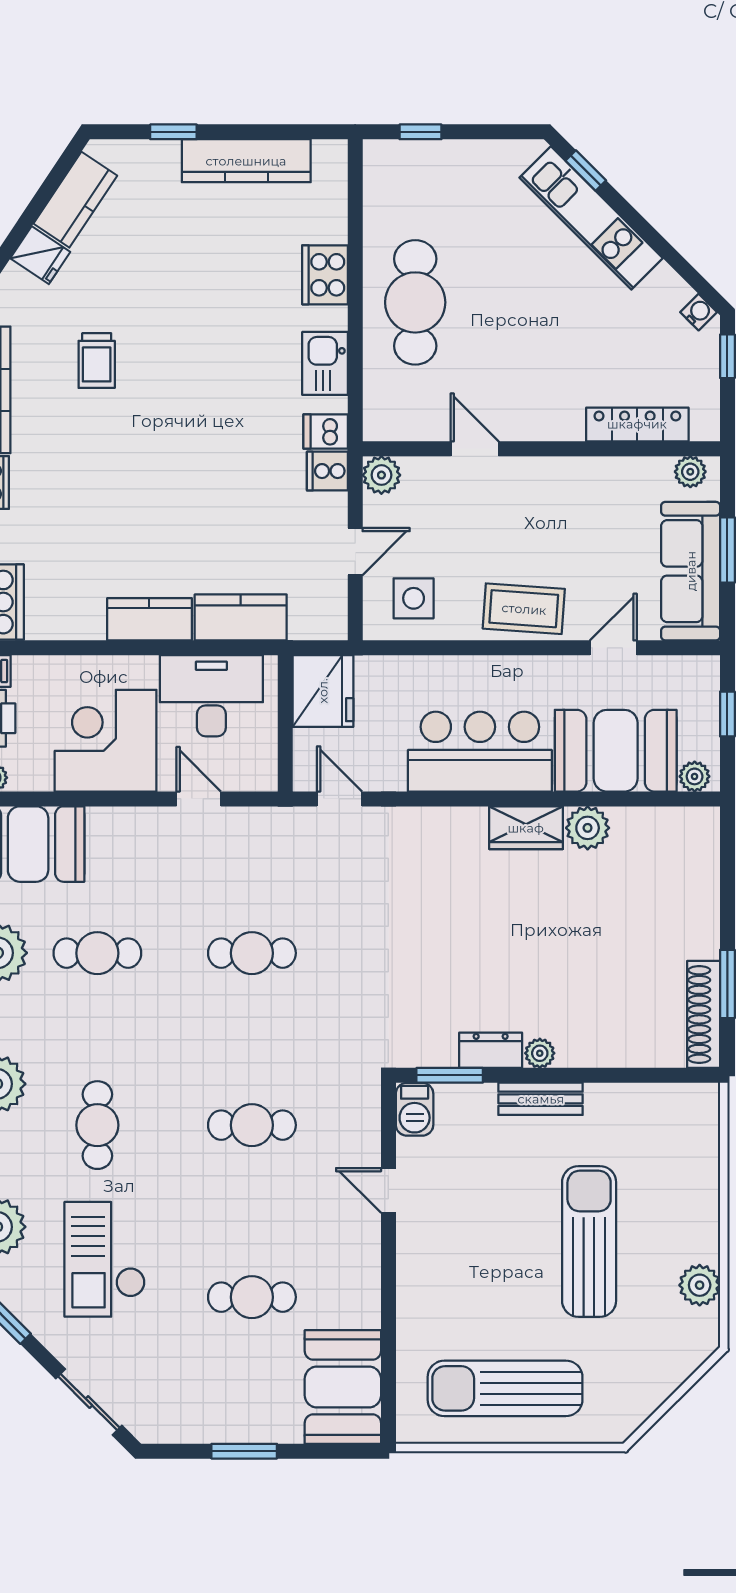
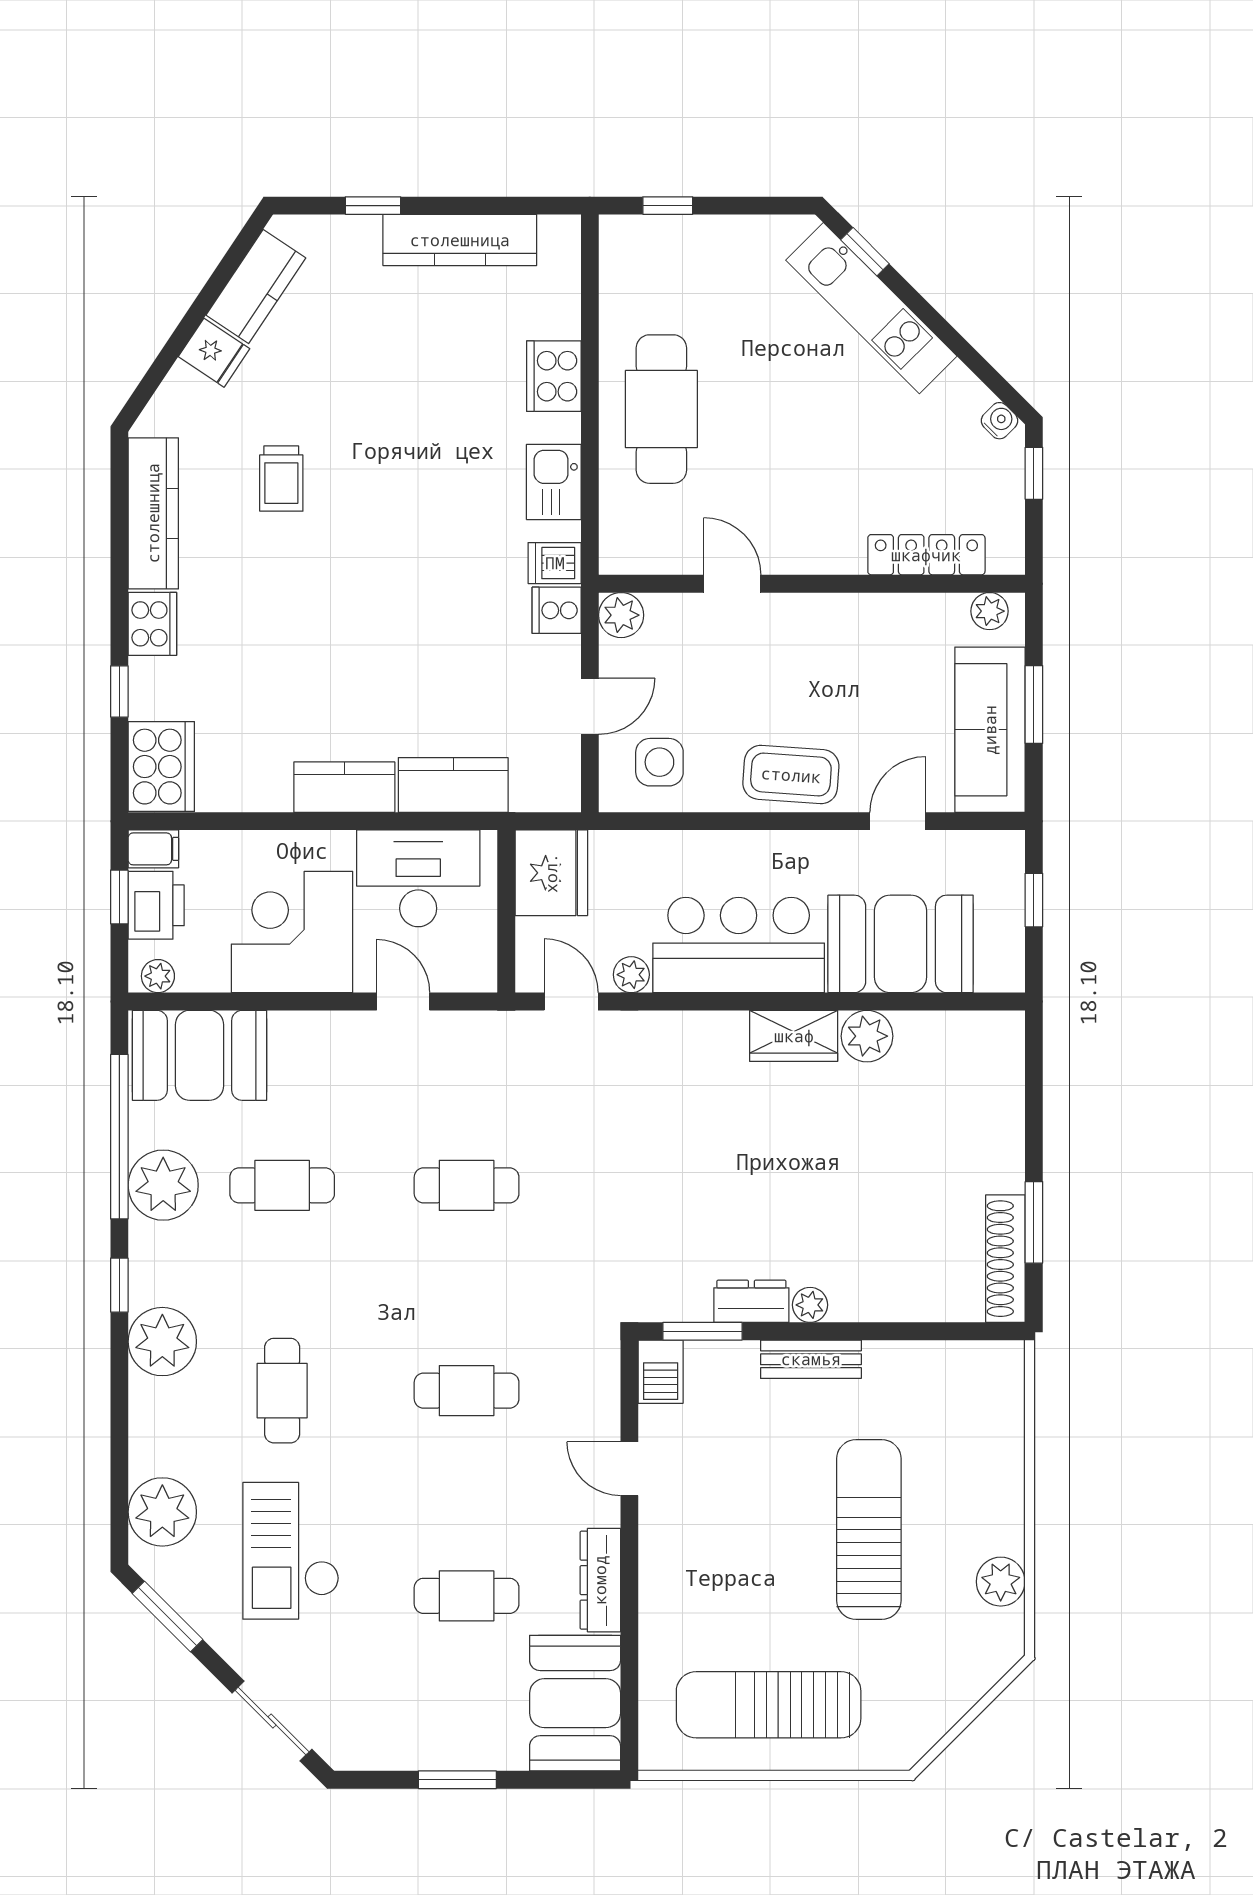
plant: (695, 776) -> (631, 975), moved
dresser: (364, 1284) -> (600, 1580), added

